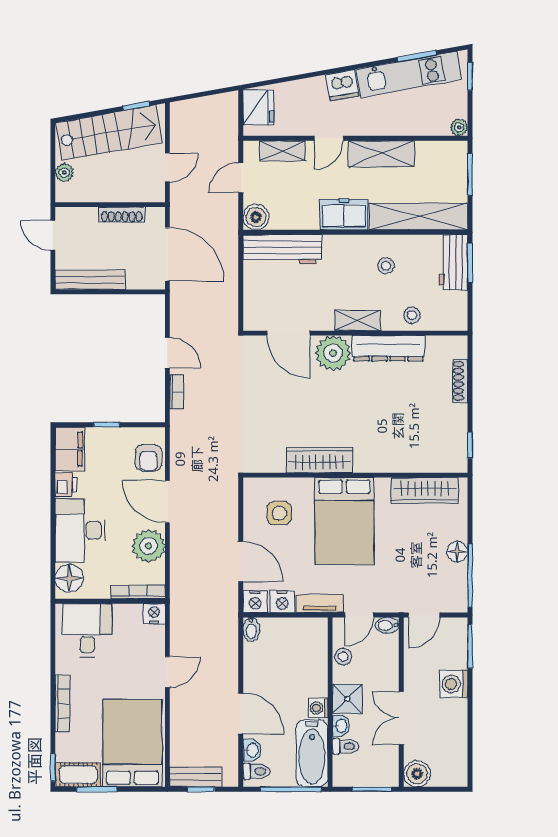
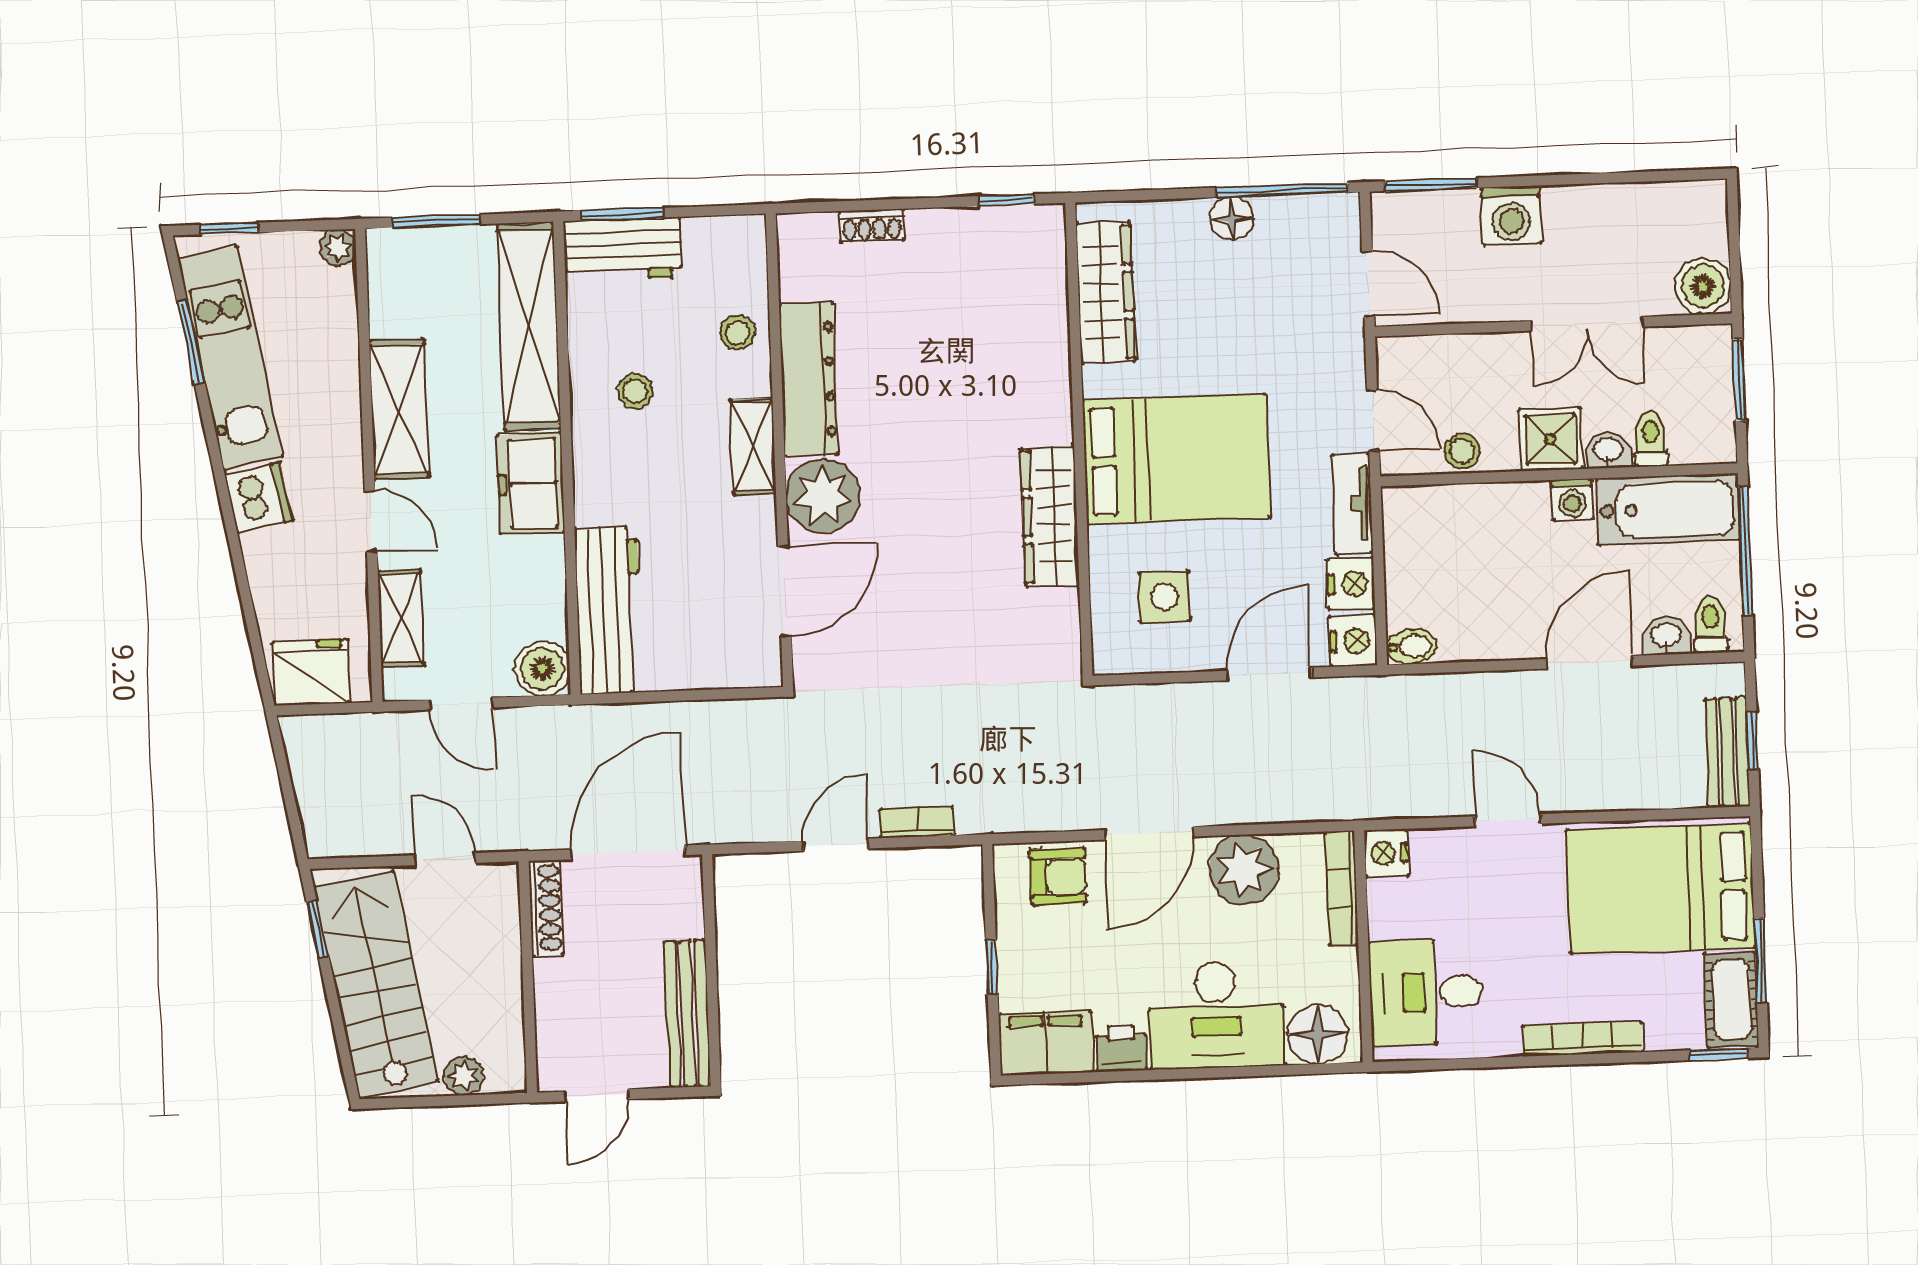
shoe rack: (122, 215) -> (546, 908), moved
shoe rack: (460, 381) -> (872, 225), width x0.70
bidet: (387, 625) -> (1393, 361), removed

